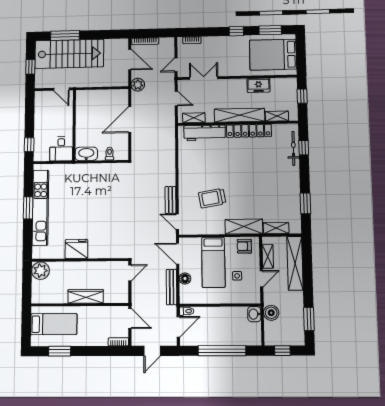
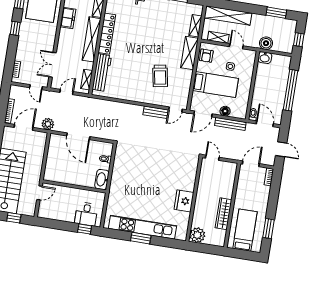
desk: (61, 149) -> (86, 214), moved, turned 90
wardrobe: (86, 296) -> (224, 214), moved

